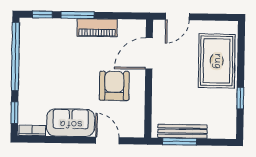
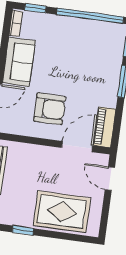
piano: (97, 28) -> (105, 127), moved
door: (149, 54) -> (77, 147), hinge flipped

